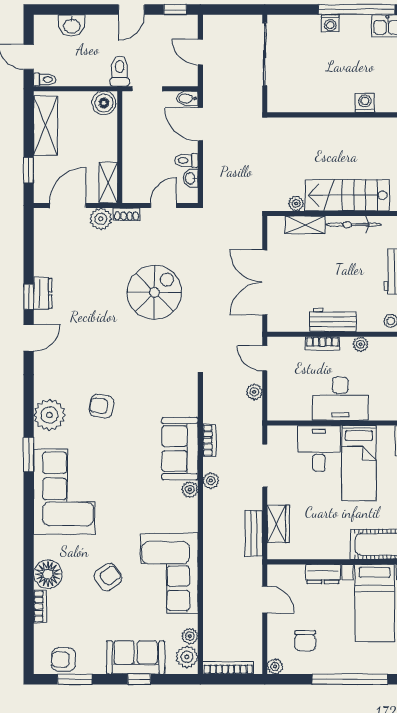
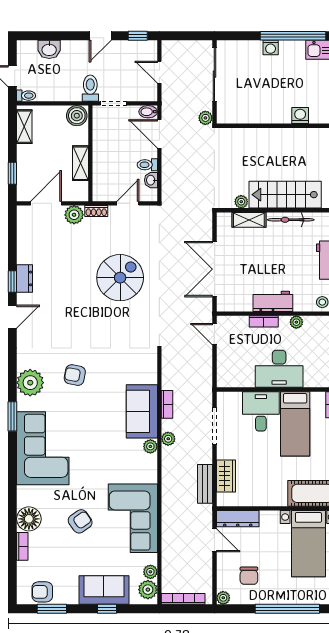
shelving: (45, 126) -> (24, 127), width x0.67, depth x0.75
shelving: (108, 183) -> (81, 163), moved
plant: (254, 392) -> (205, 118), moved
dresser: (323, 574) -> (238, 519), moved, width x1.44

